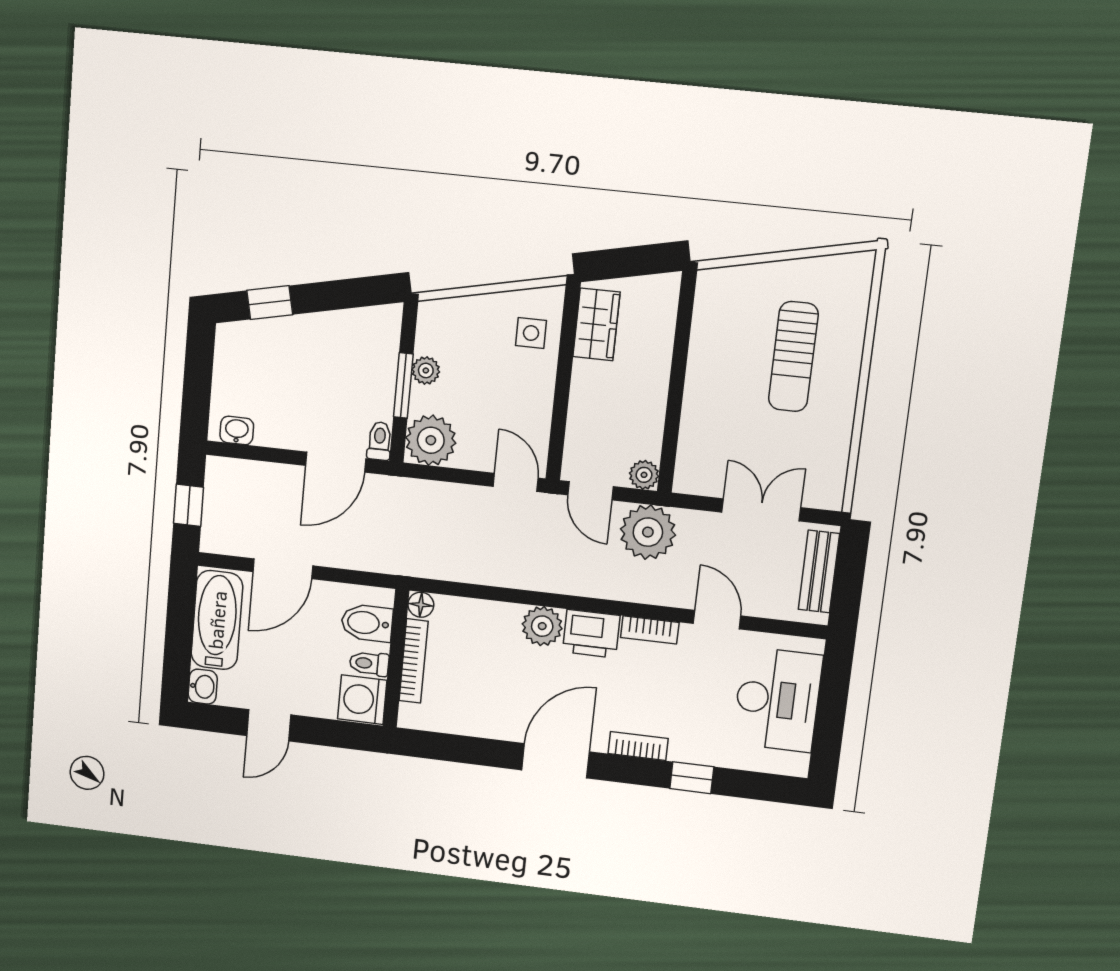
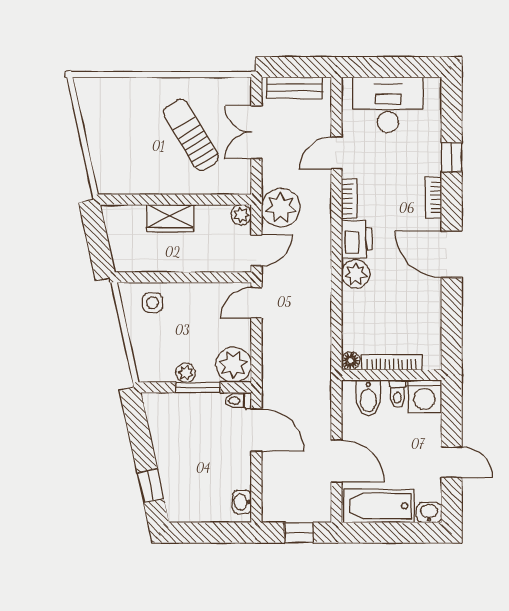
wardrobe: (596, 324) -> (170, 218), moved, turned 180
sun lounger: (793, 357) -> (191, 135), moved, turned -121

